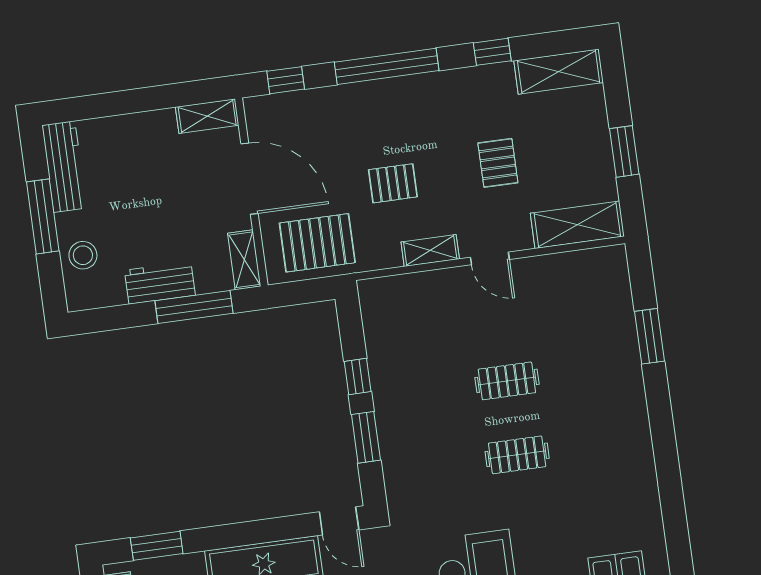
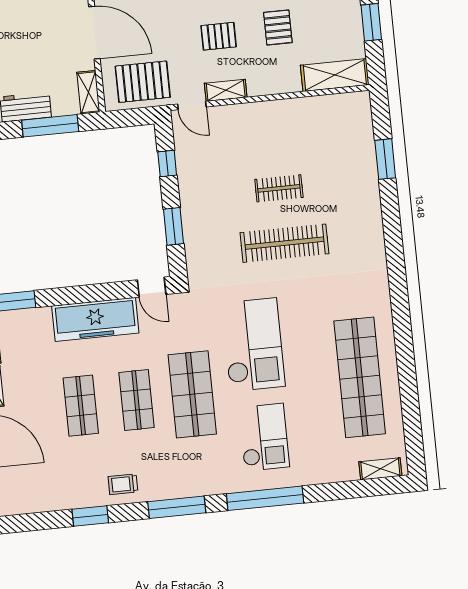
pallet: (393, 183) -> (219, 36), moved
door: (490, 258) -> (192, 105), moved
window: (358, 376) -> (167, 163), moved
clothes rail: (517, 455) -> (284, 243), width x1.86, depth x1.31

